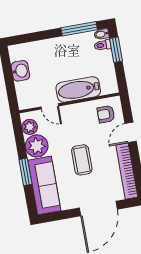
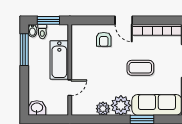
washbasin: (20, 71) -> (37, 108), moved
bathtub: (78, 89) -> (59, 60), moved
wall: (69, 103) -> (70, 70), moved
door: (50, 106) -> (70, 88), moved

